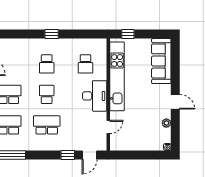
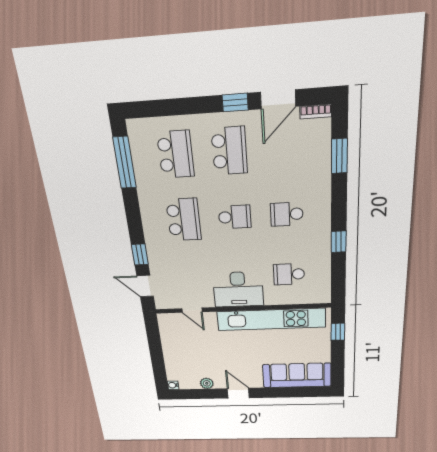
window: (15, 34) -> (339, 156), added
window: (52, 34) -> (339, 242), moved
door: (175, 102) -> (238, 393), swing flipped

